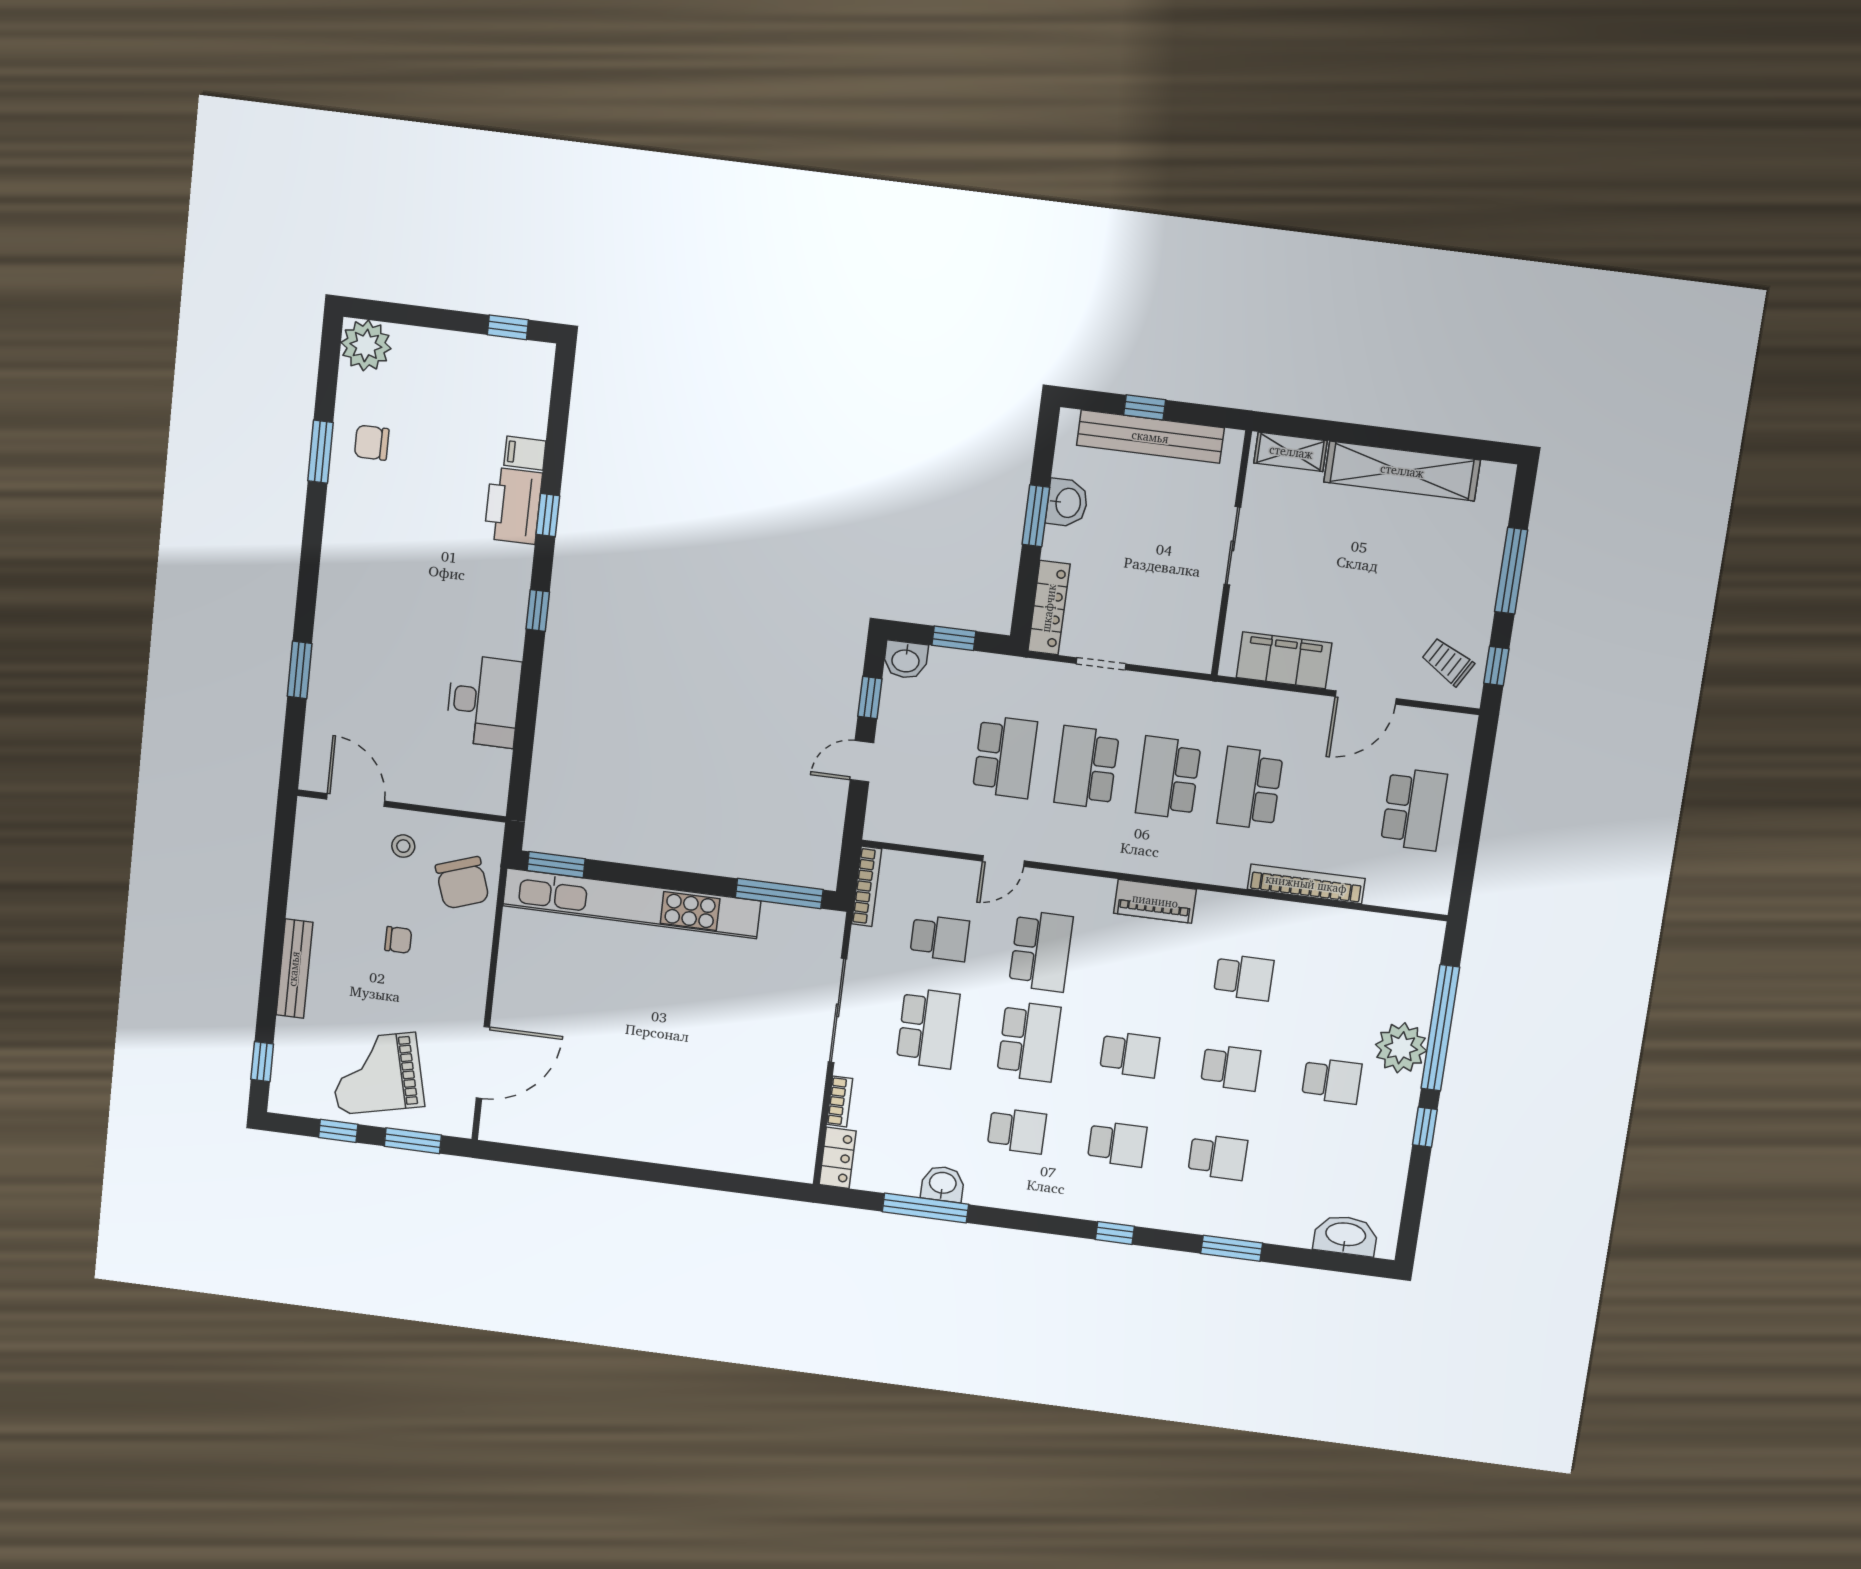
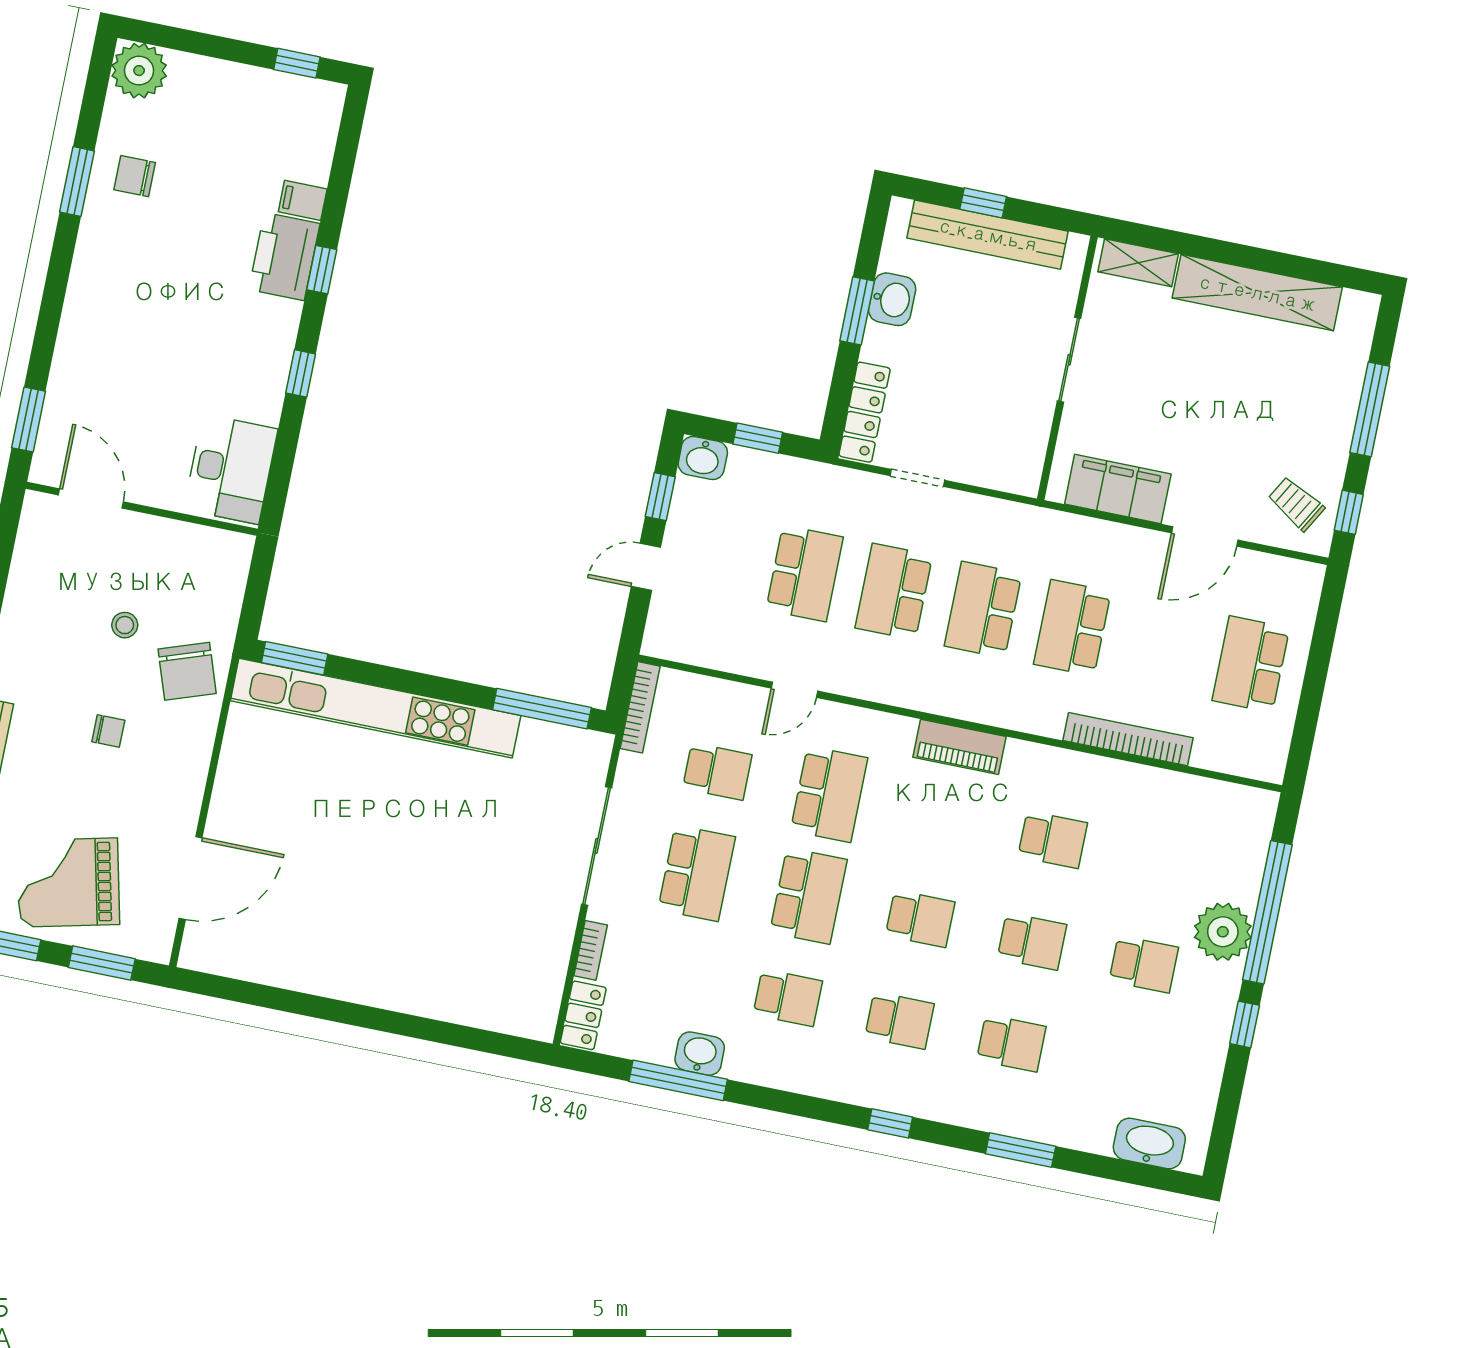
door: (356, 800) -> (91, 498), moved
wall: (402, 806) -> (142, 509), moved
school desk: (1414, 809) -> (1251, 664), turned 180

